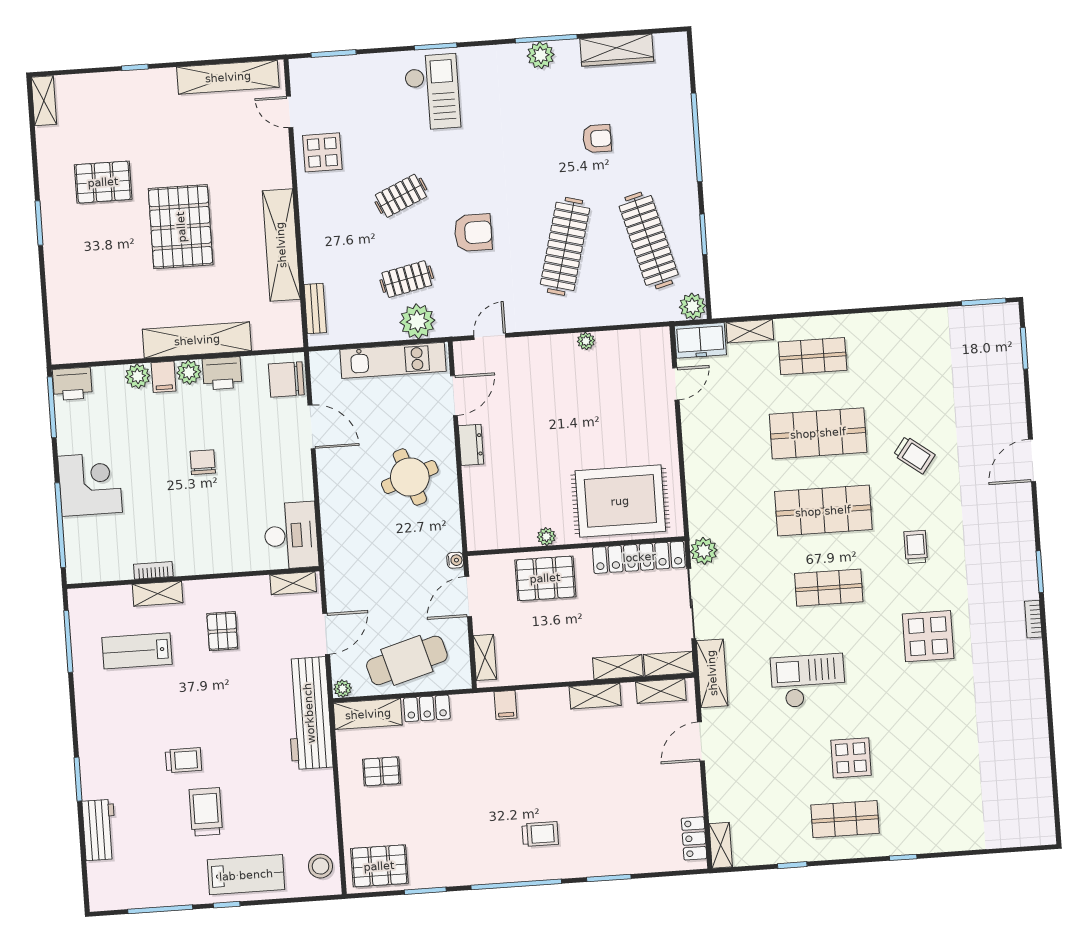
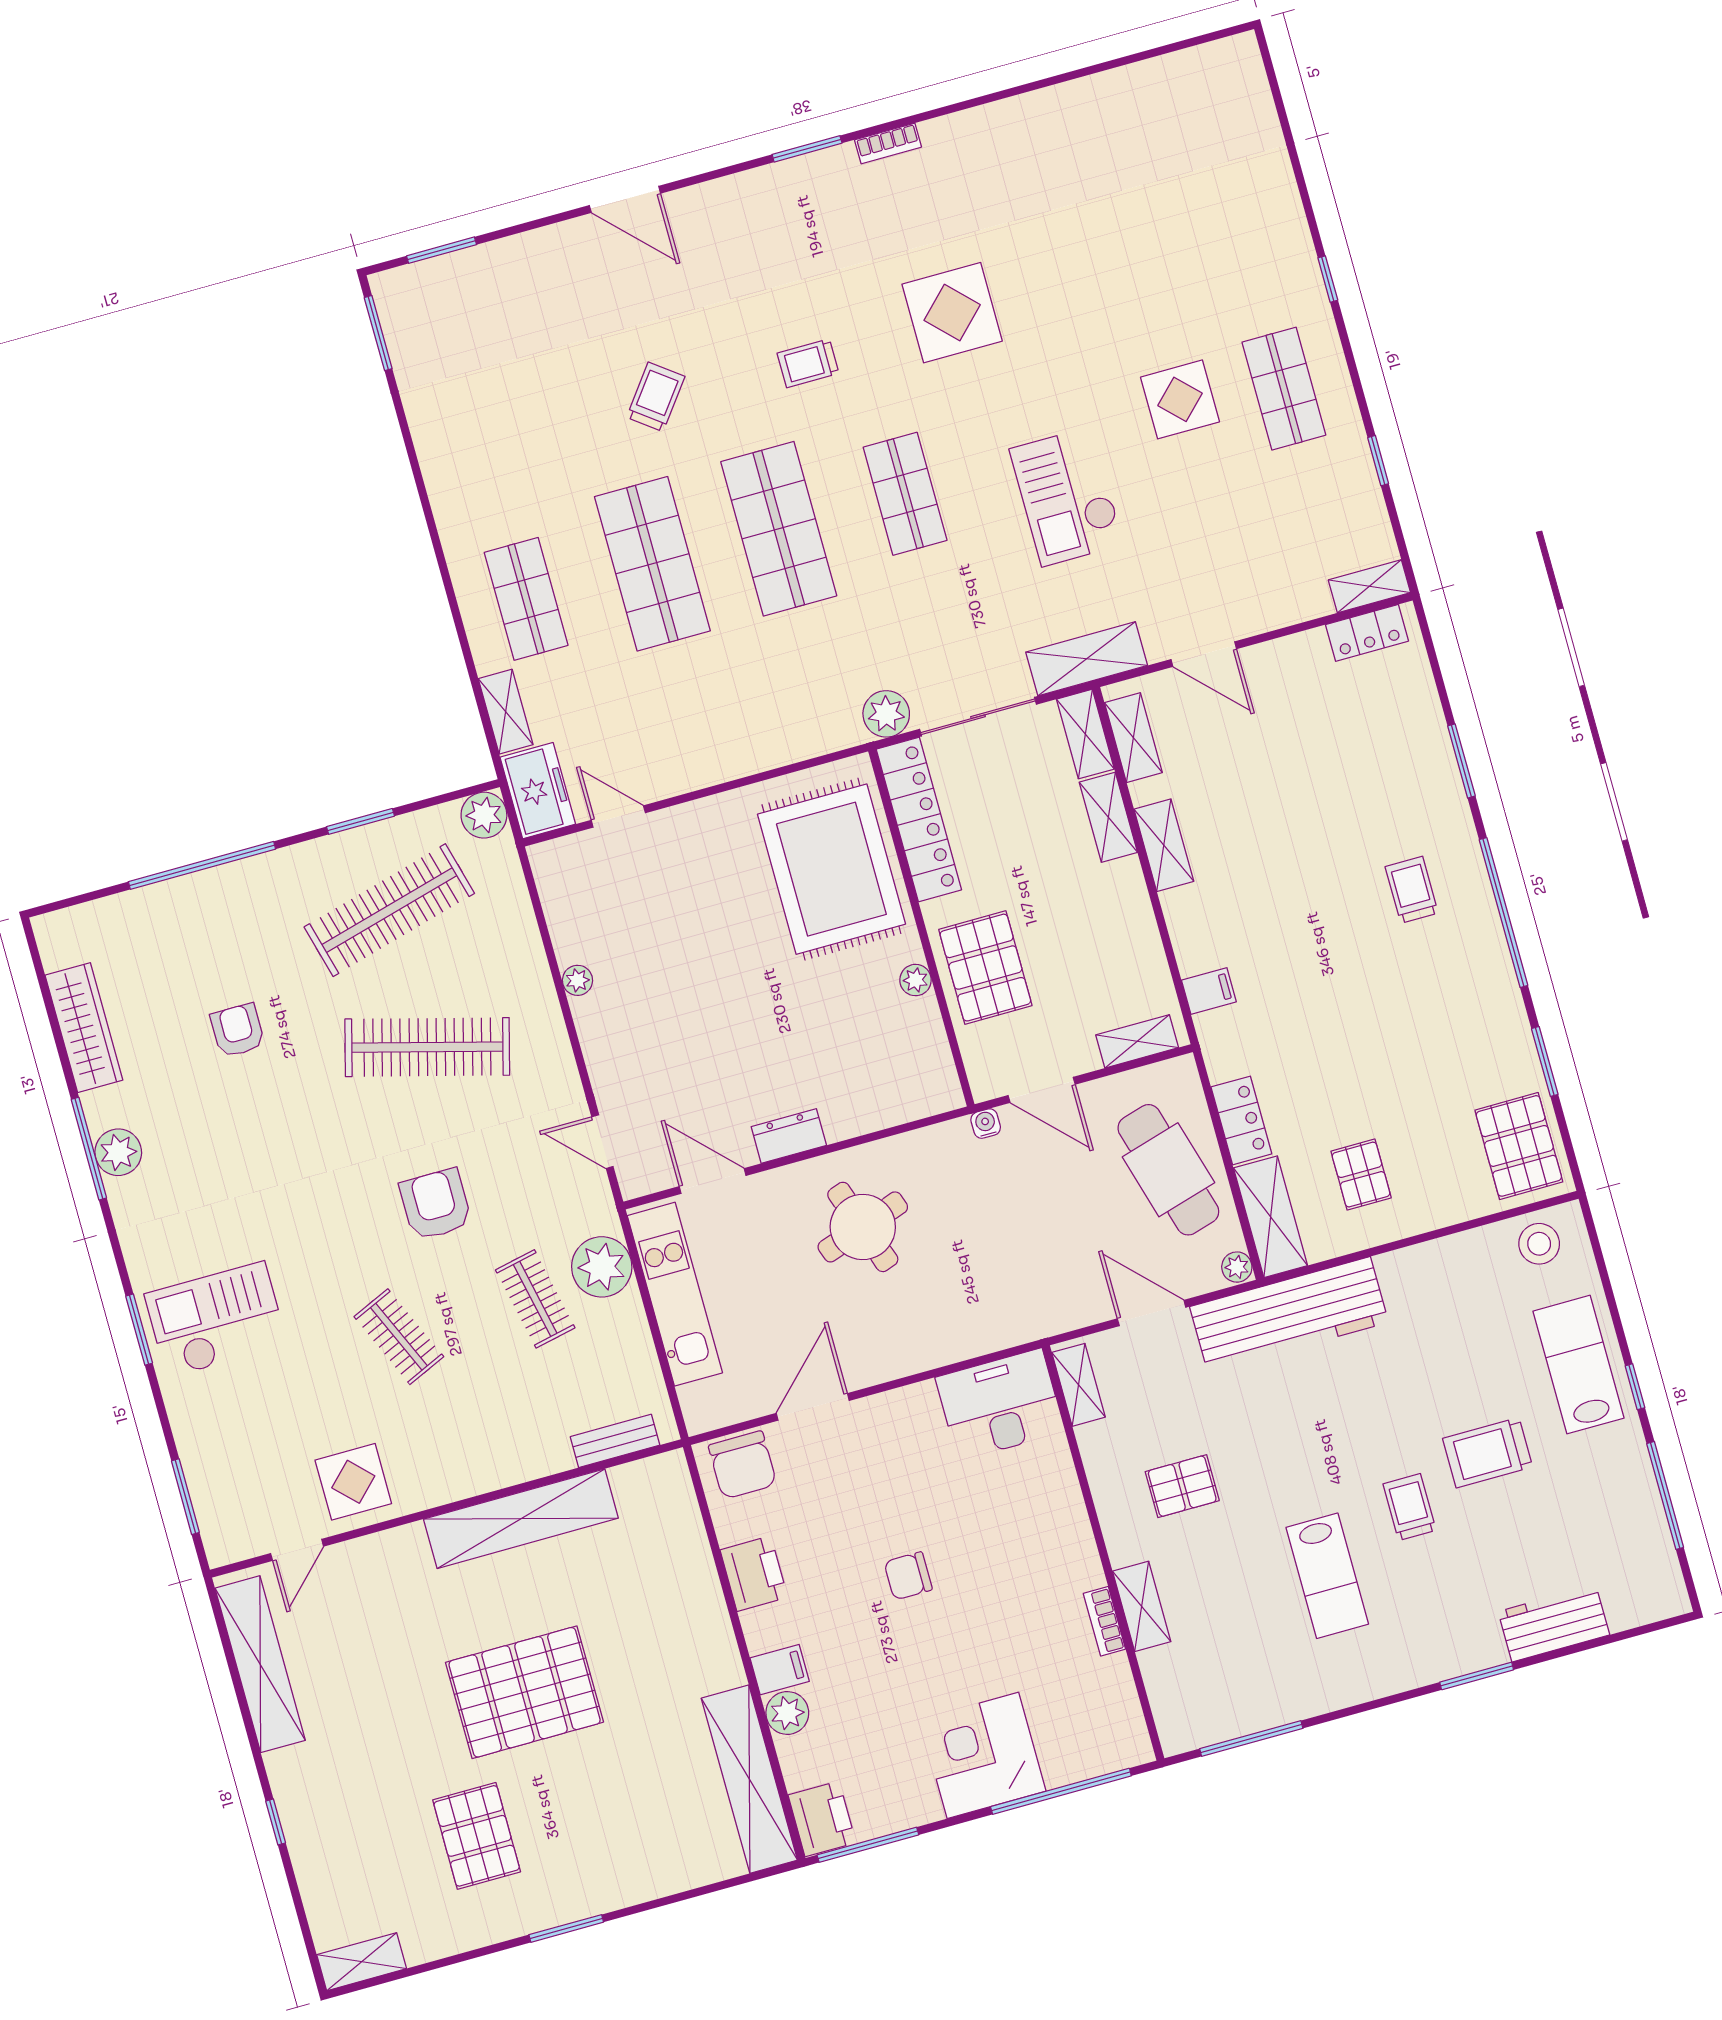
shelving: (197, 340) -> (749, 1779), moved
plant: (189, 372) -> (764, 1629), removed
lab bench: (137, 651) -> (1327, 1576), moved

